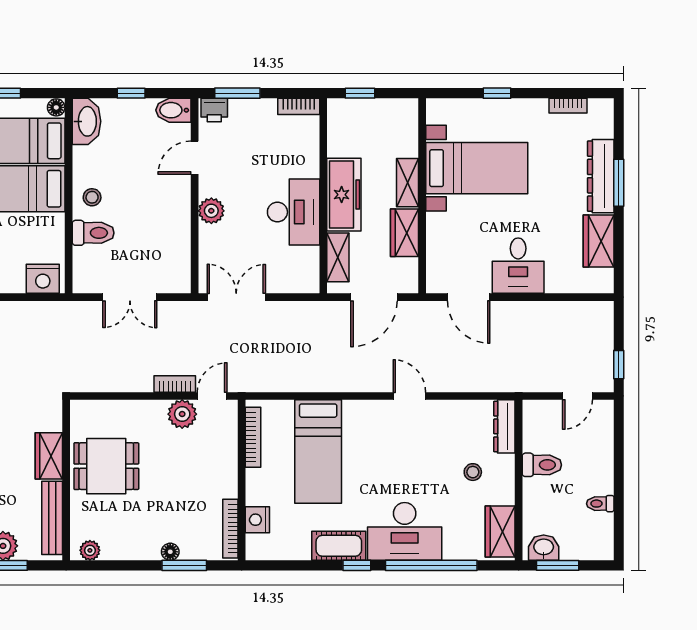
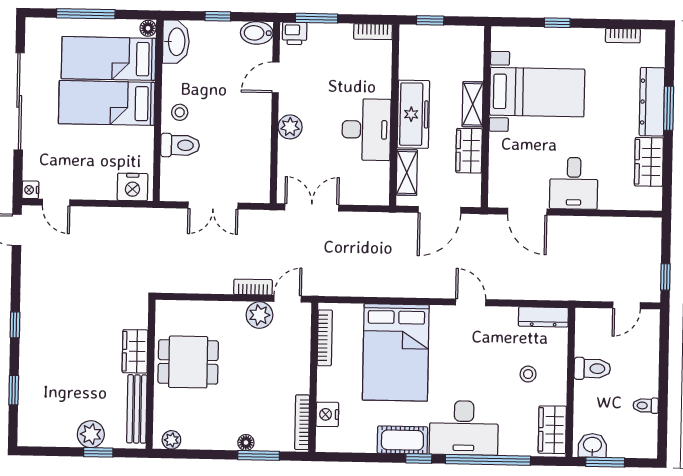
dresser: (504, 426) -> (543, 317), moved, turned -90
bed: (318, 452) -> (396, 352), width x1.50

